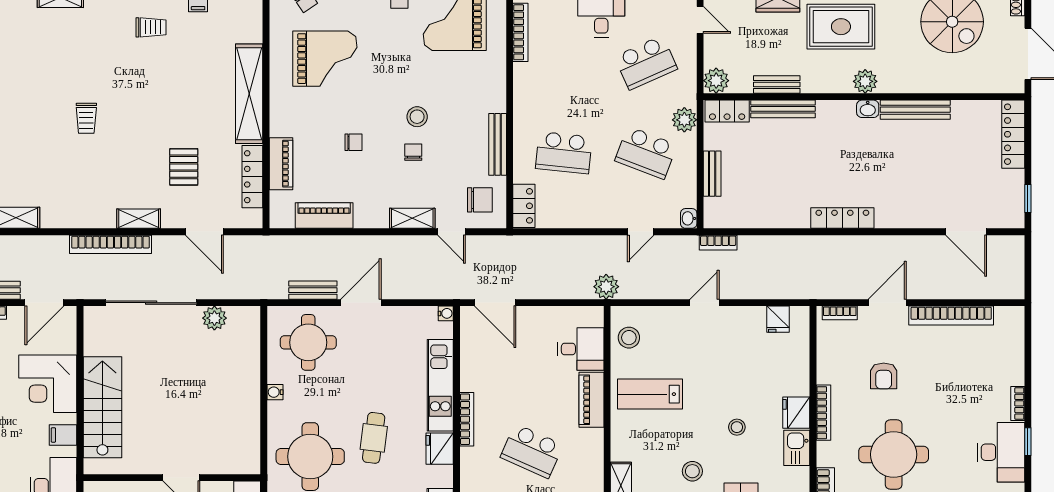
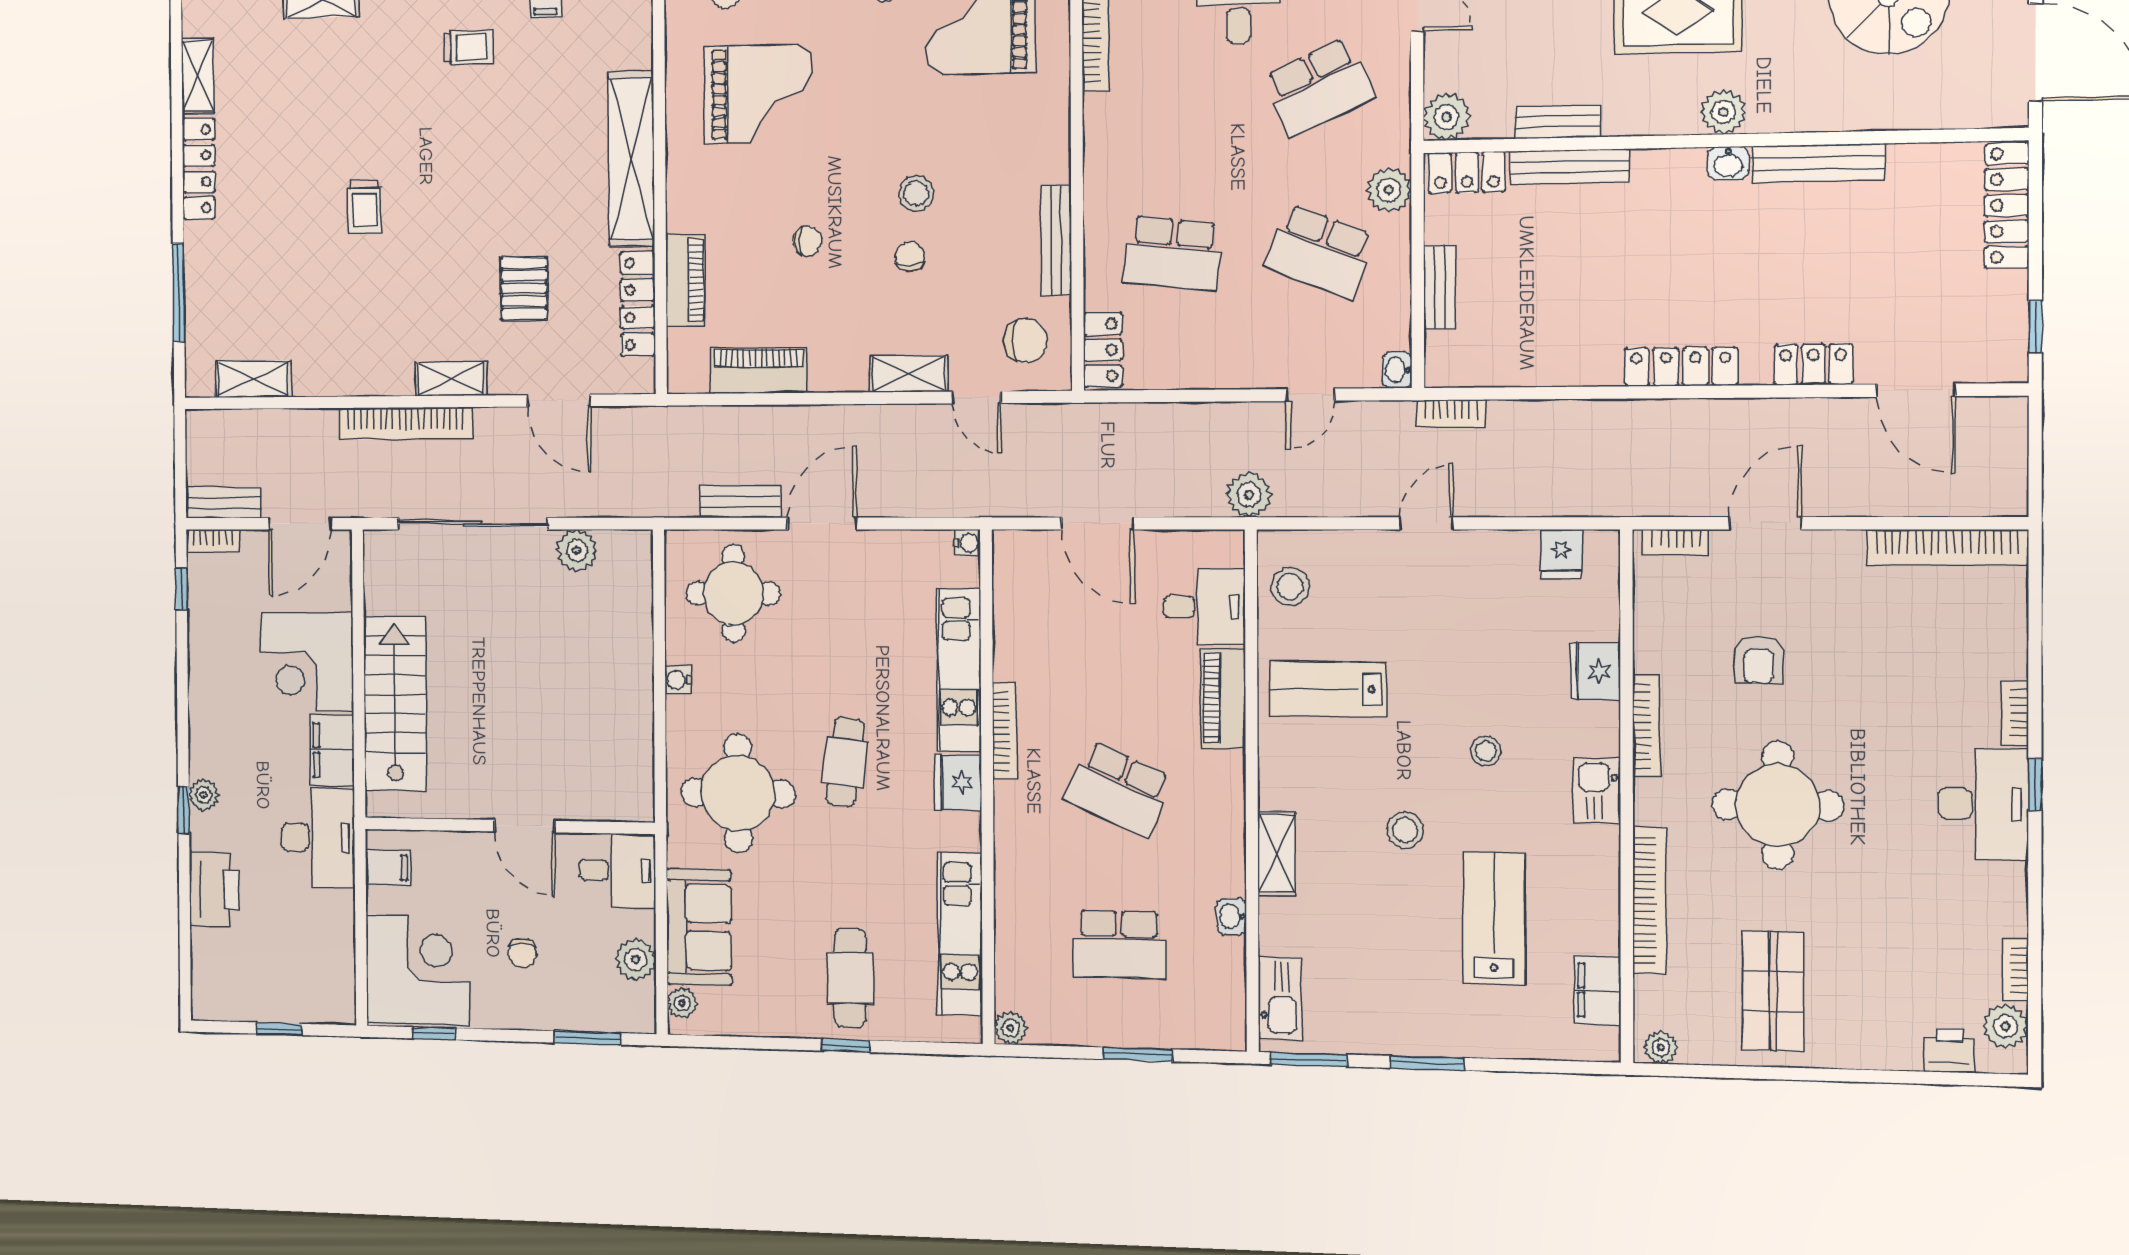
locker: (913, 217) -> (1813, 364), added
door: (495, 303) -> (1098, 523), moved
bookcase: (951, 316) -> (1947, 547), moved
fridge: (796, 413) -> (1595, 671), moved
filing cabinet: (63, 435) -> (332, 750), width x2.00

